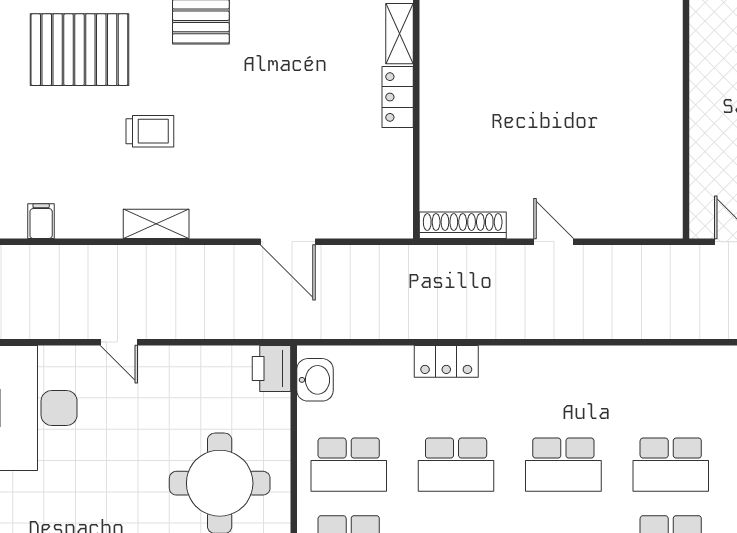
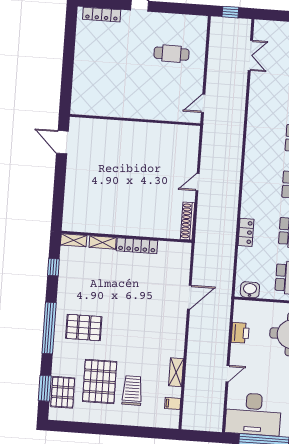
locker: (398, 97) -> (137, 246), width x1.53
trolley: (150, 131) -> (132, 390), moved, width x1.36, depth x1.39
shelving: (156, 224) -> (176, 372), moved
printer: (271, 368) -> (240, 333), moved, turned -90

